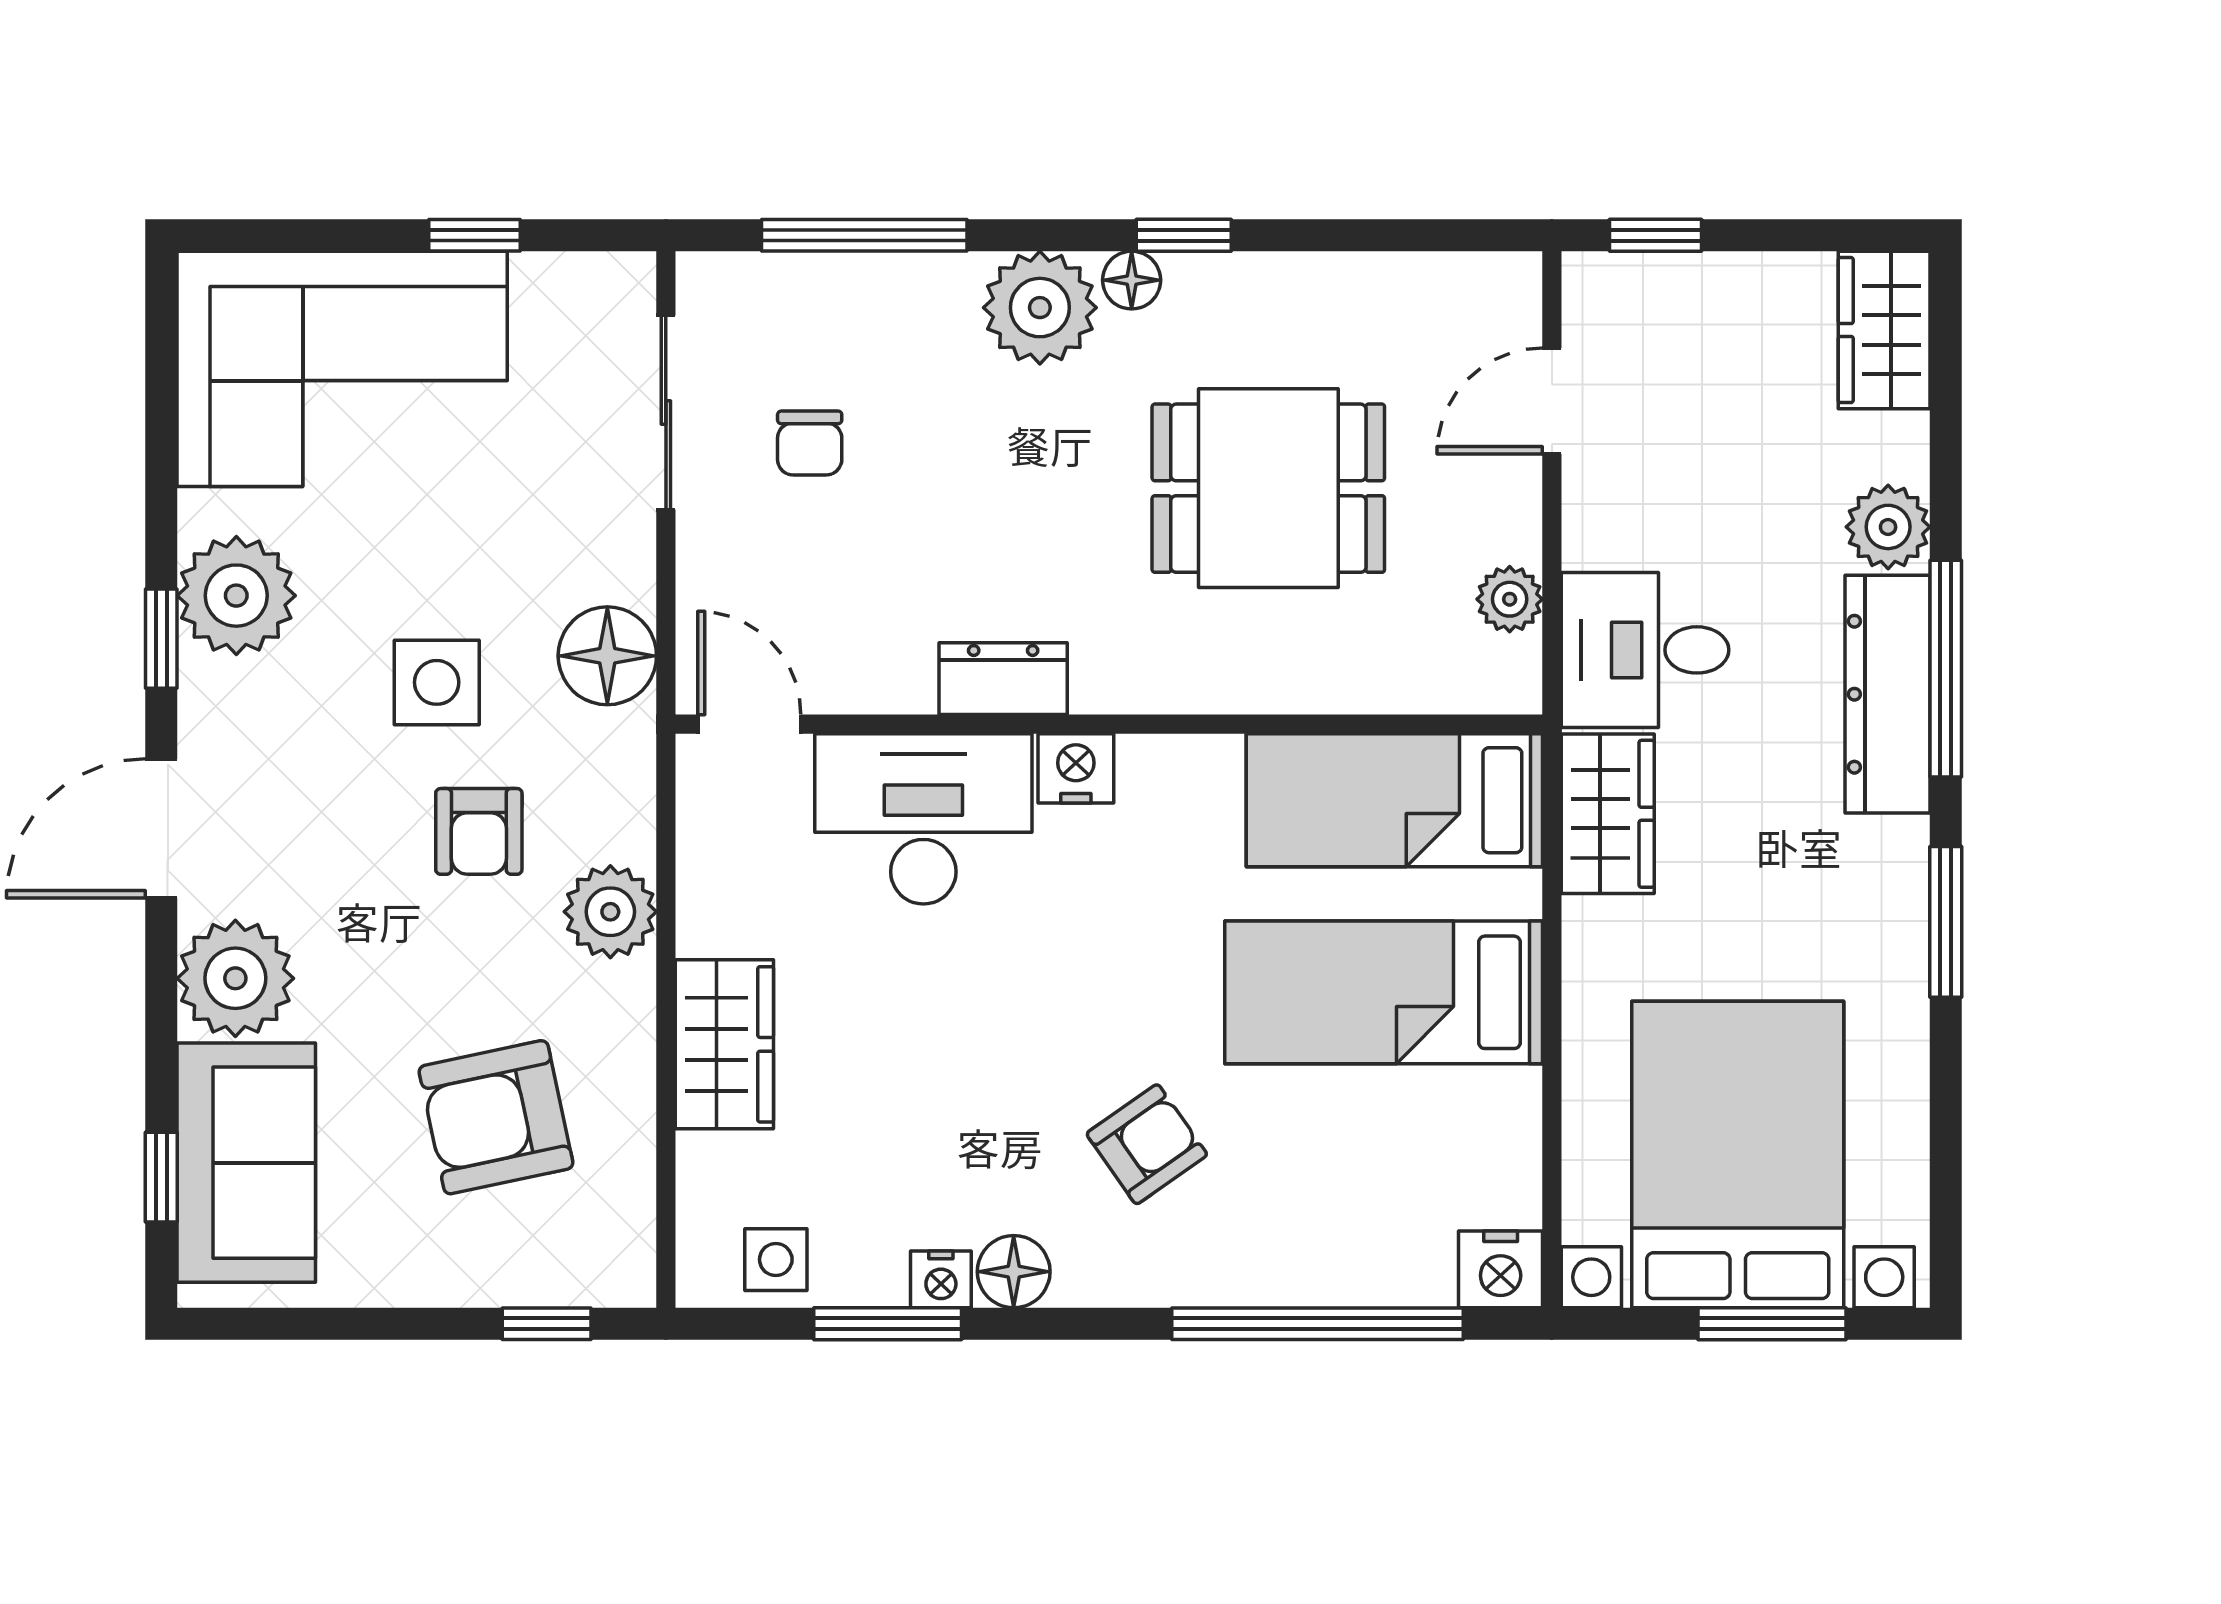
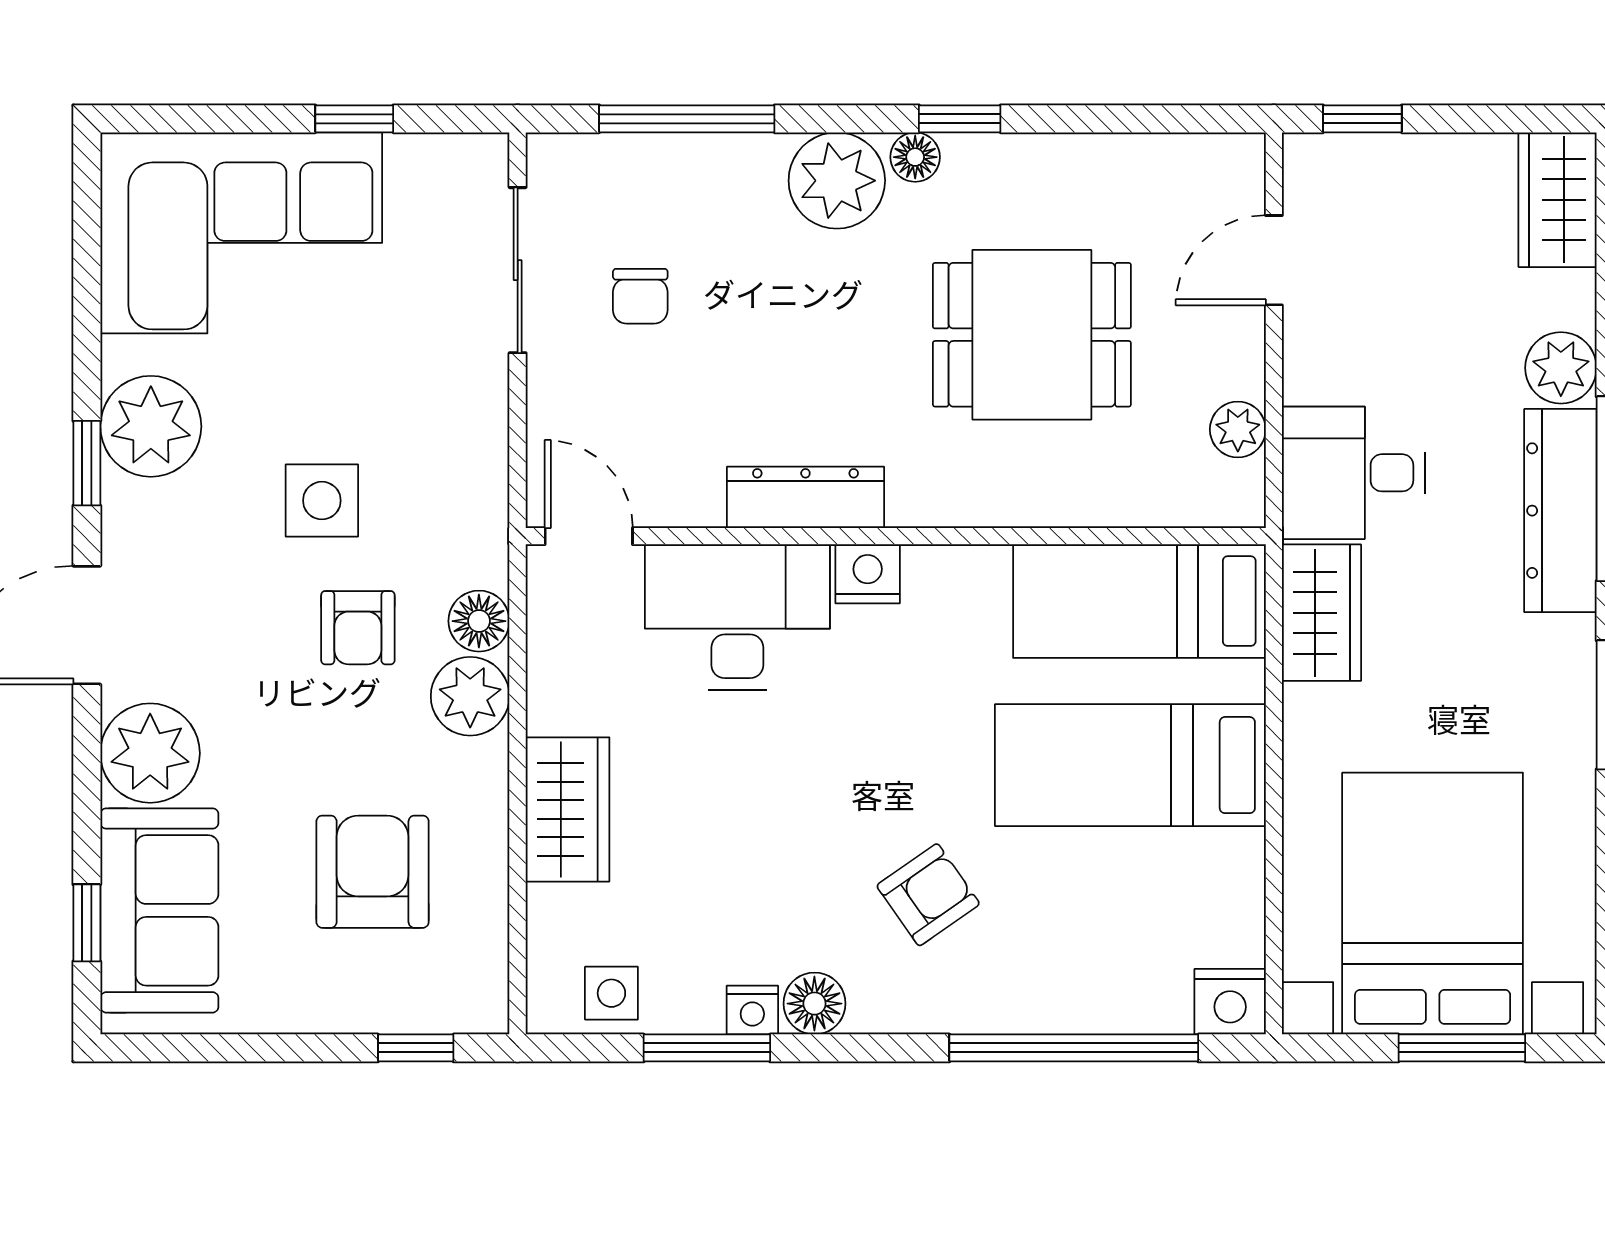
floor lamp: (607, 656) -> (479, 621), moved, width x0.73, depth x0.73
dresser: (1003, 679) -> (805, 497), width x1.44
armchair: (496, 1117) -> (373, 872), turned 102

